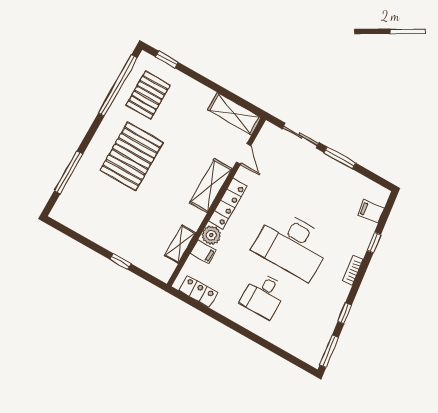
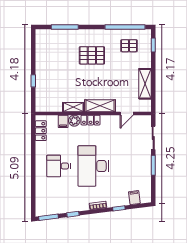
pallet: (148, 95) -> (129, 46), width x0.67, depth x0.71
shelving: (234, 114) -> (145, 84), moved
pallet: (132, 156) -> (92, 55), width x0.73, depth x0.71
locker: (228, 204) -> (91, 120), width x0.66
shelving: (180, 244) -> (73, 107), moved

